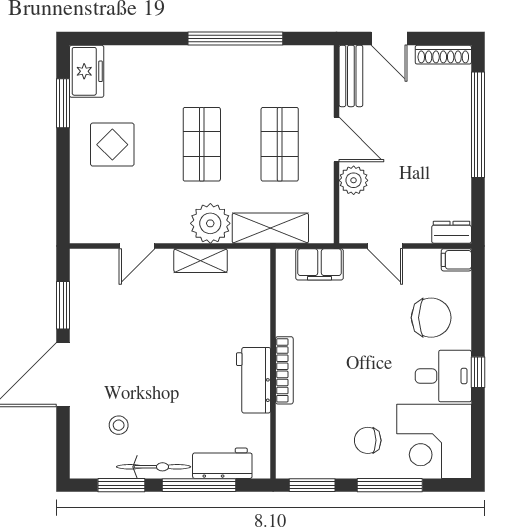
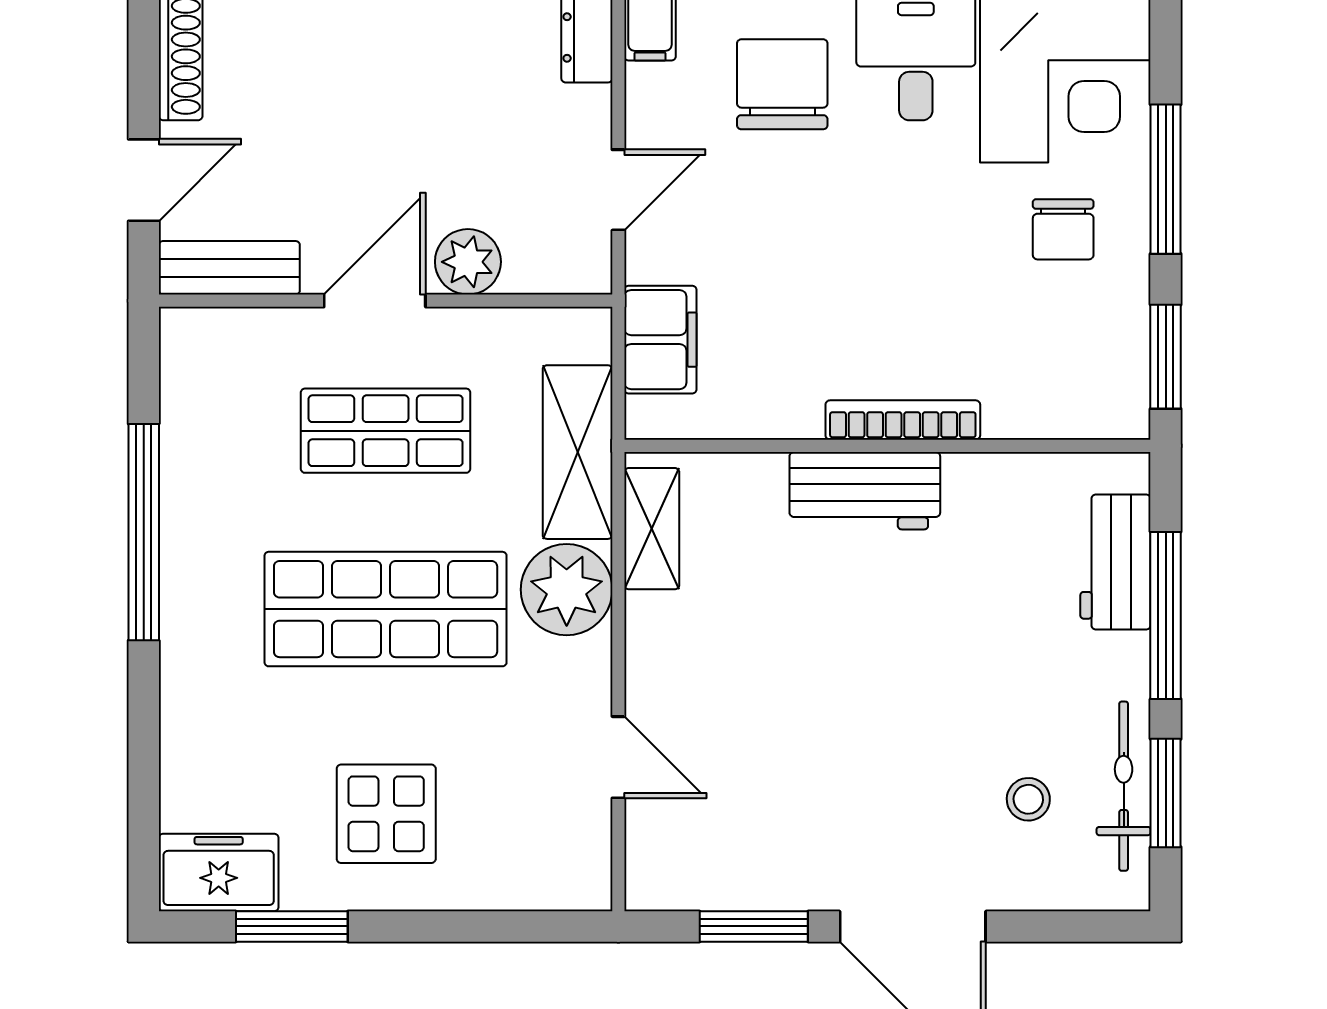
shop shelf: (202, 144) -> (386, 609), width x1.43, depth x1.36
shelving: (201, 261) -> (652, 529), moved
workbench: (253, 380) -> (865, 491), moved
bicycle: (154, 467) -> (1124, 786), moved

